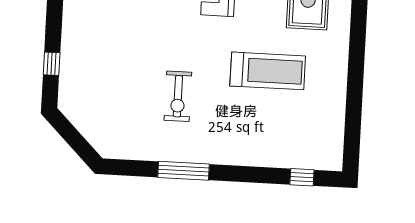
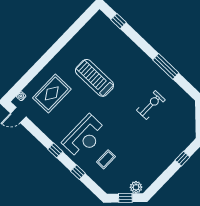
exercise bike: (178, 96) -> (151, 105), moved

